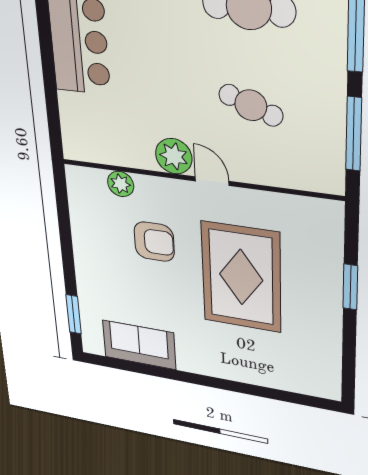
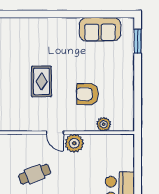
cafe table: (251, 105) -> (35, 174), turned -42
rug: (241, 277) -> (41, 81), width x0.54, depth x0.49

